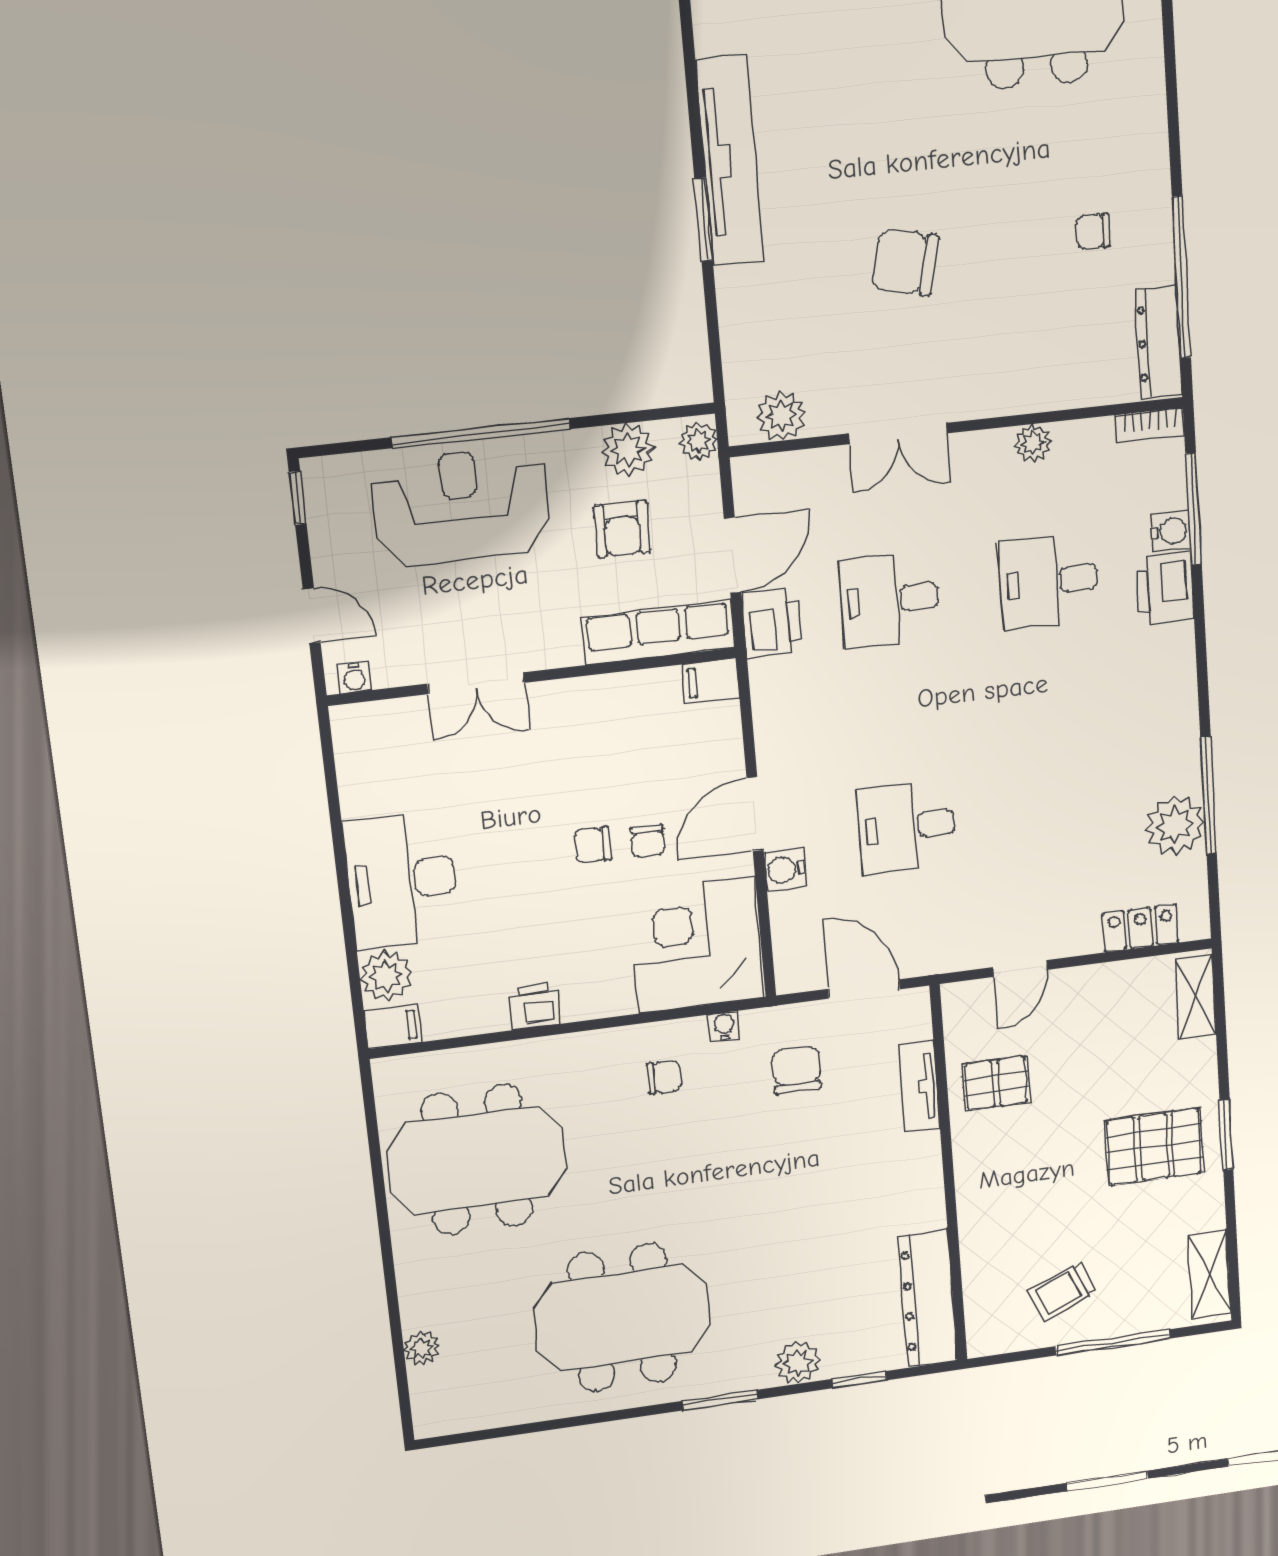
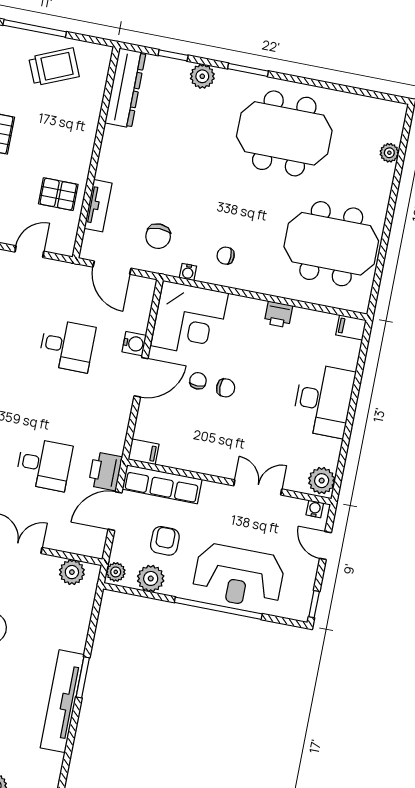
plant: (386, 976) -> (322, 481), moved
trolley: (1062, 1291) -> (54, 67), width x1.36, depth x1.39

